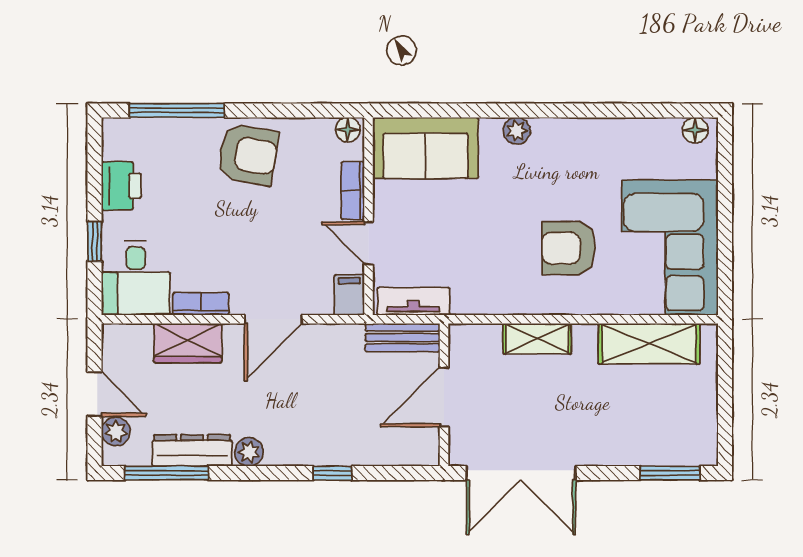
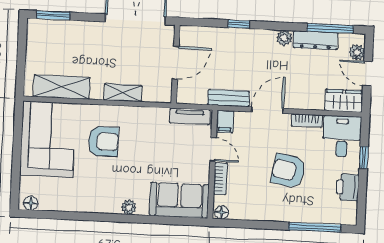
armchair: (248, 154) -> (288, 171), moved
bench: (403, 338) -> (228, 98), moved
wardrobe: (188, 343) -> (344, 101), moved

